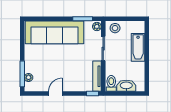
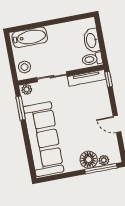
bathtub: (138, 47) -> (30, 37), moved
floor lamp: (31, 65) -> (89, 160), added

